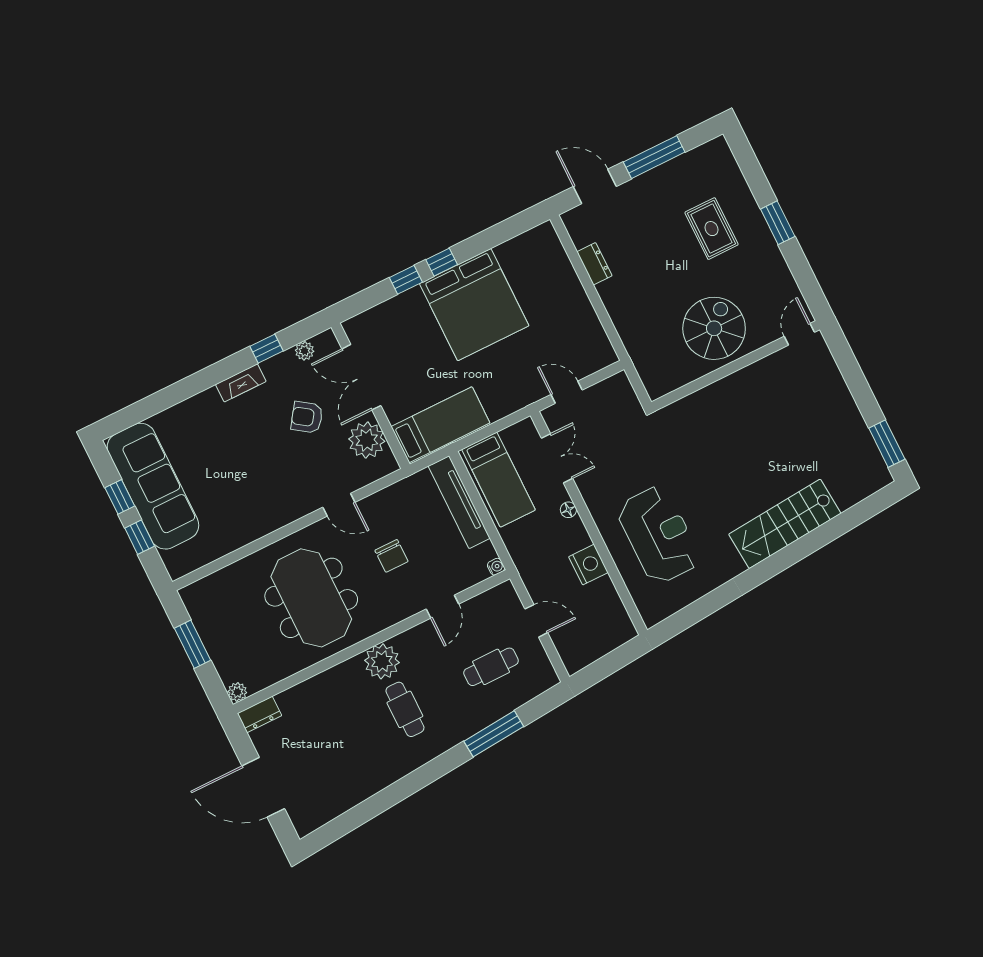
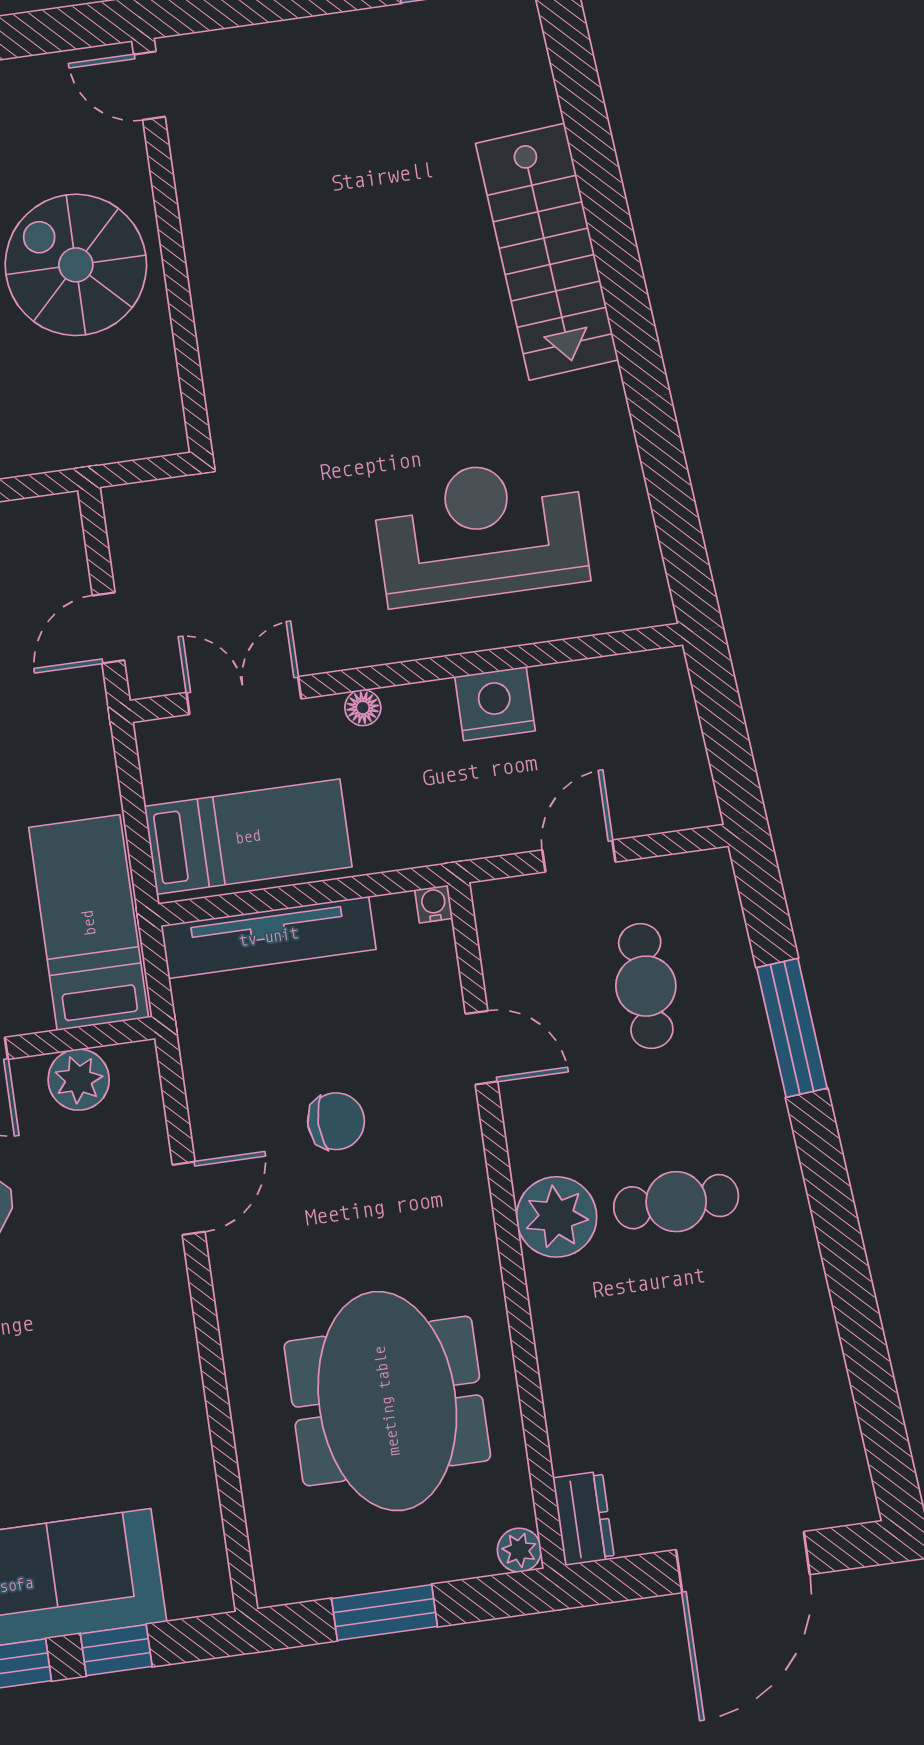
plant: (367, 440) -> (79, 1080), width x0.73, depth x0.73
meeting table: (311, 598) -> (387, 1401), moved, turned 90

